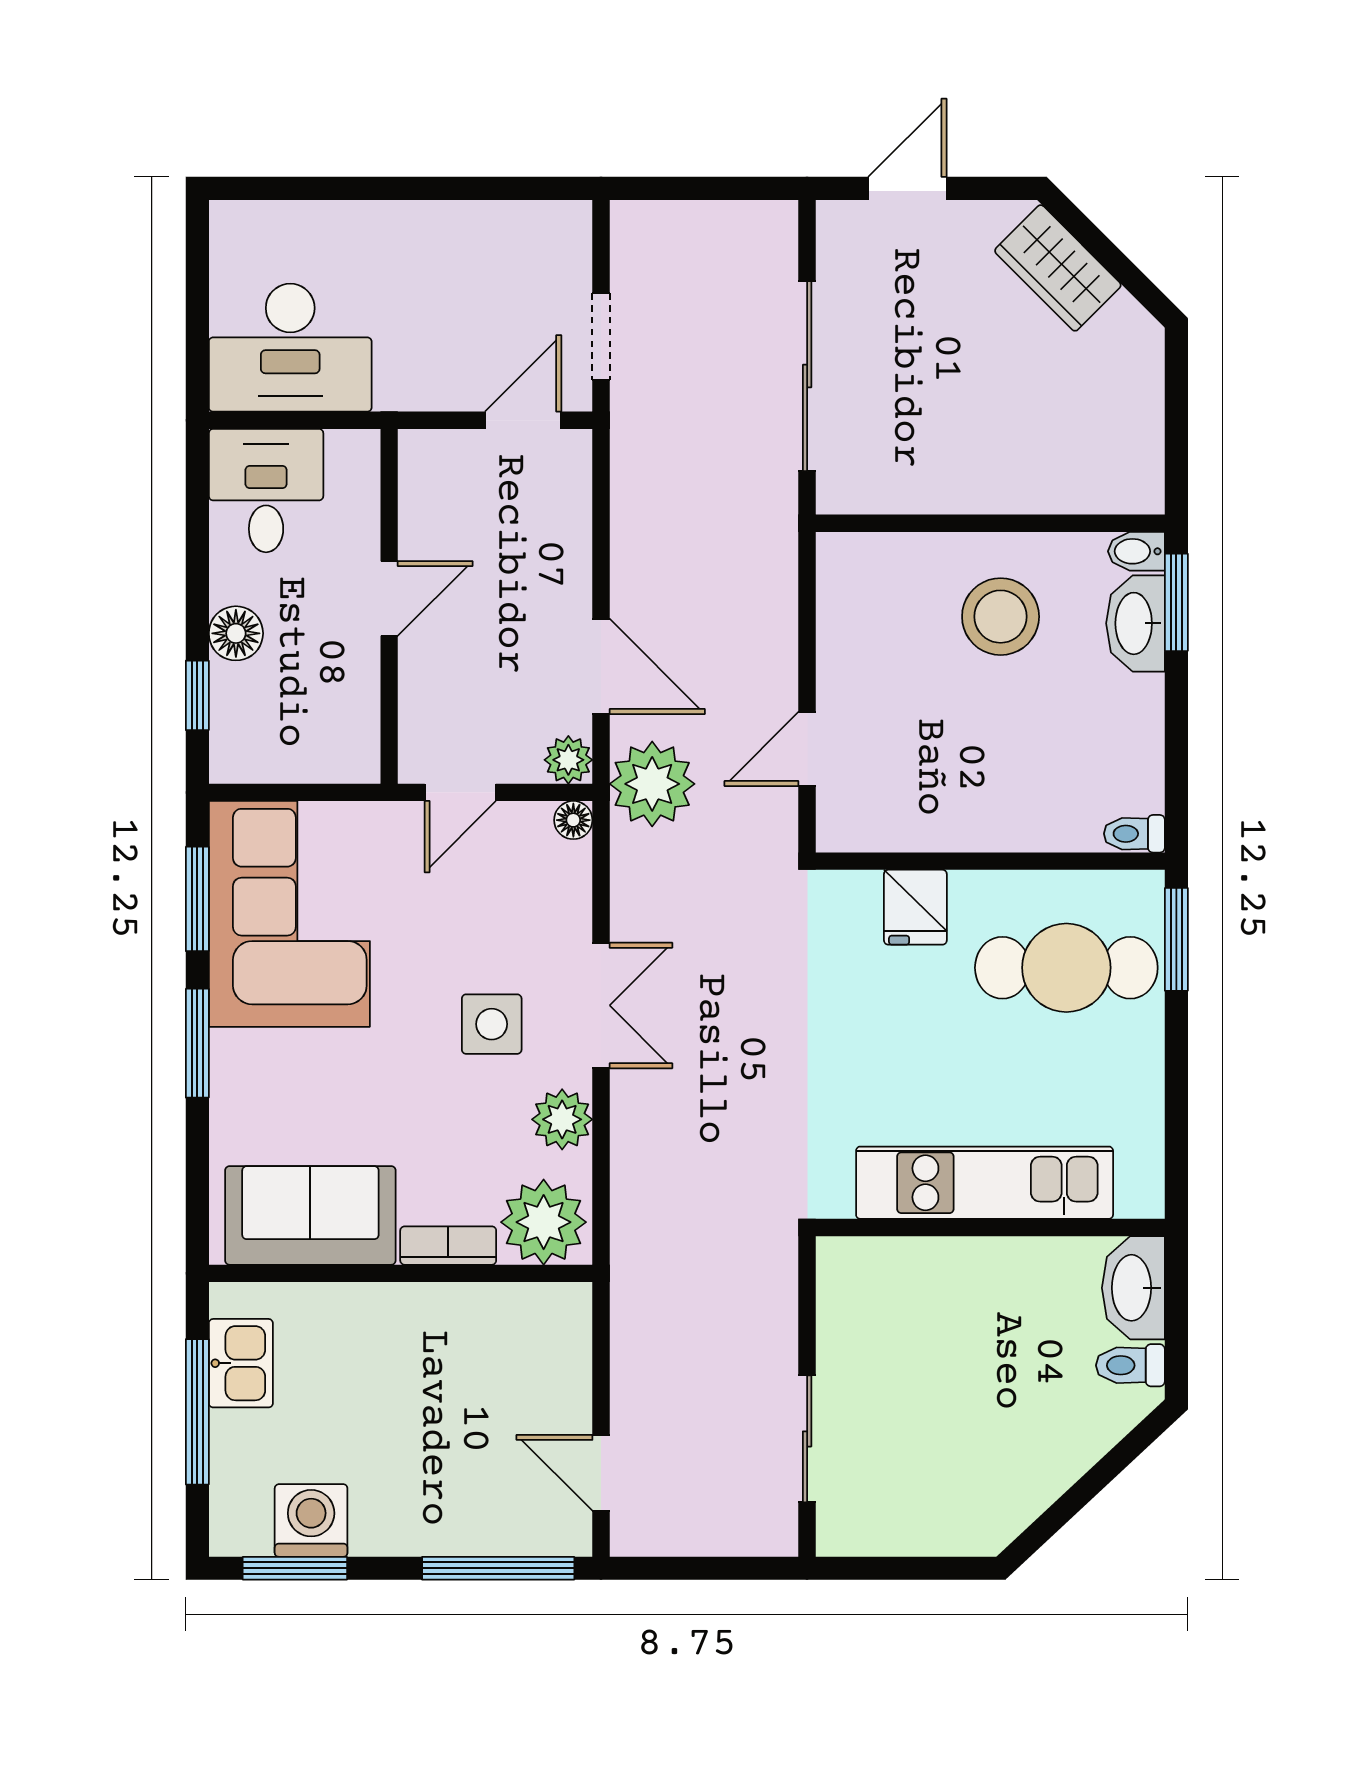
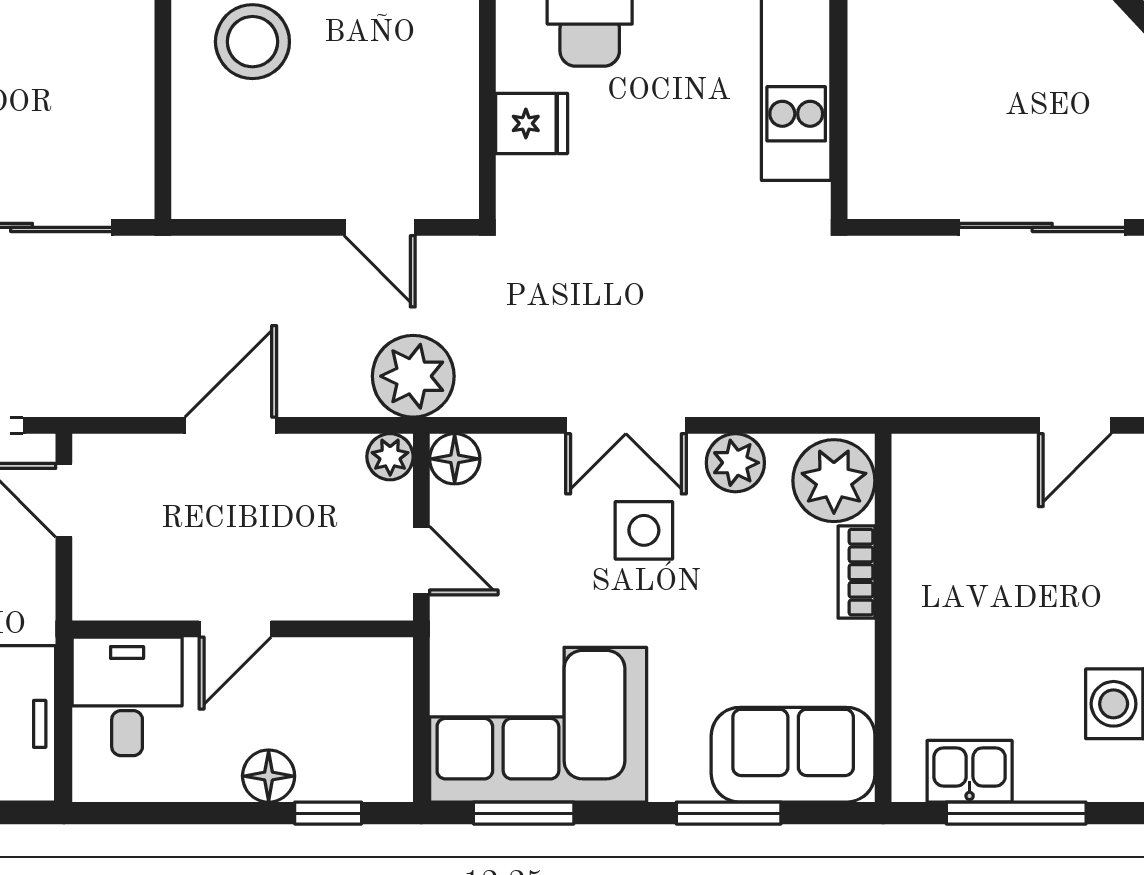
desk: (266, 491) -> (127, 696), moved, turned 90
door: (389, 598) -> (235, 629), swing flipped
door: (601, 666) -> (231, 425), moved
floor lamp: (573, 820) -> (455, 459), width x1.37, depth x1.37
double door: (601, 1005) -> (626, 425), swing flipped
window: (197, 1043) -> (729, 813), moved
sofa: (310, 1215) -> (793, 755), moved, turned 90
sliding door: (807, 1439) -> (1042, 227), width x1.37

